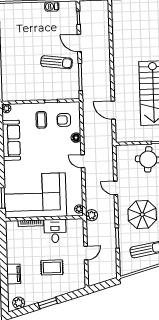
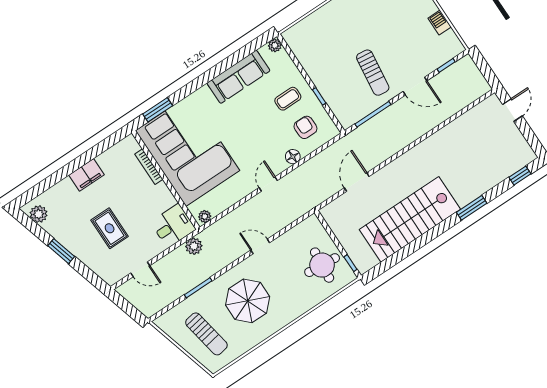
door: (79, 43) -> (415, 86), swing flipped
door: (116, 188) -> (260, 246), hinge flipped
plant: (92, 215) -> (194, 246), moved
desk: (55, 231) -> (173, 226), moved
door: (86, 253) -> (140, 269), moved
filing cabinet: (14, 274) -> (87, 175), moved

